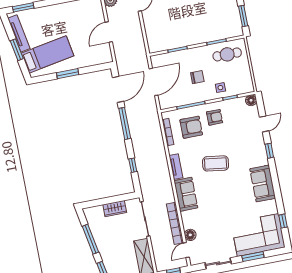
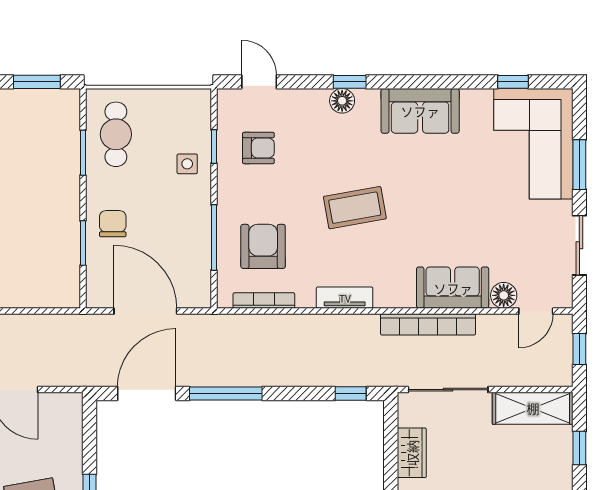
chair: (197, 77) -> (113, 224), moved
door: (118, 89) -> (147, 394), hinge flipped
floor lamp: (251, 100) -> (342, 101), moved
armchair: (215, 117) -> (258, 148), moved, turned 90
door: (264, 124) -> (259, 82), moved
coffee table: (216, 163) -> (355, 208), turned 72
window: (133, 165) -> (351, 394), moved
sofa: (186, 194) -> (453, 288), moved
bookcase: (175, 223) -> (428, 324), moved
door: (186, 250) -> (536, 311), hinge flipped

